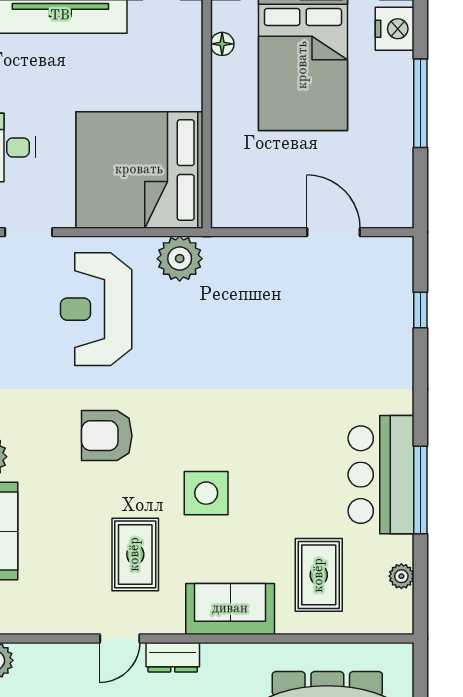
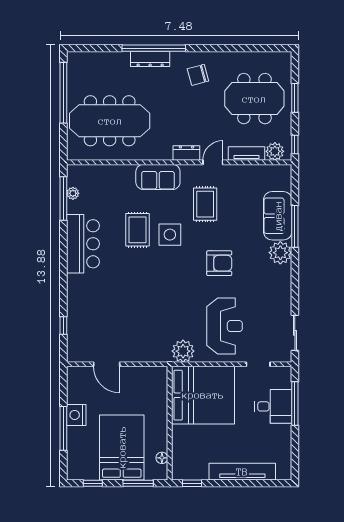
nightstand: (395, 29) -> (76, 415), moved
window: (420, 490) -> (63, 199), moved
rug: (319, 575) -> (137, 230), moved
tv unit: (52, 656) -> (247, 154), added

